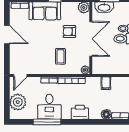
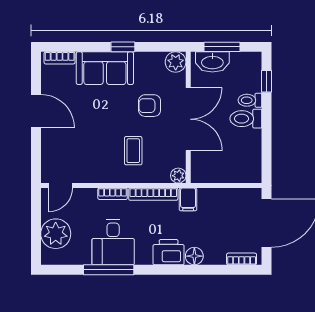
filing cabinet: (106, 83) -> (188, 199), moved
floor lamp: (106, 114) -> (194, 256), moved

